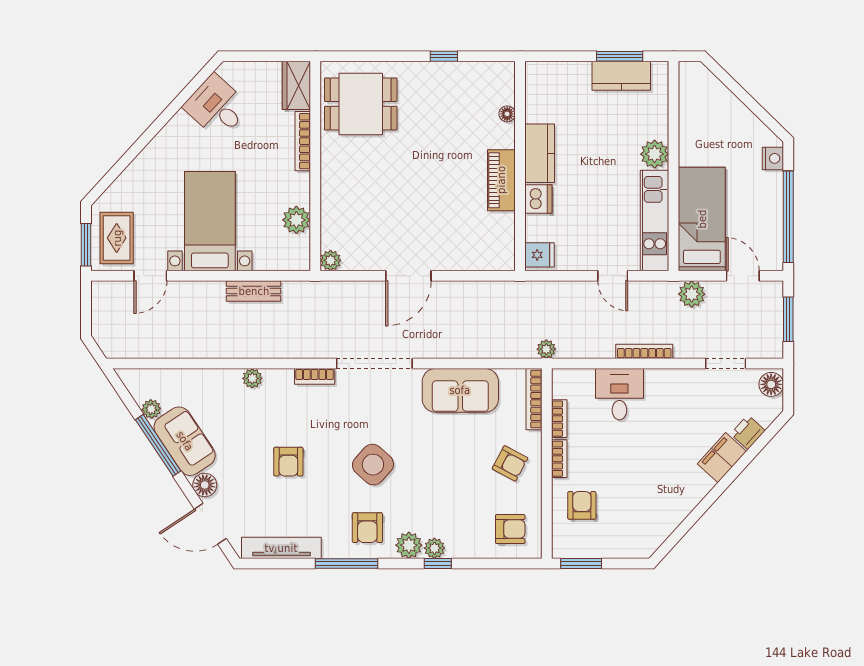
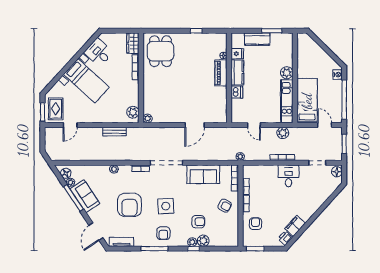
kitchen counter: (621, 76) -> (257, 39), moved
dining table: (361, 104) -> (160, 51), turned 90
piano: (501, 180) -> (221, 73), moved
plant: (296, 220) -> (133, 112), moved
bed with nightstands: (210, 221) -> (86, 81), moved, turned 132
fridge: (539, 255) -> (237, 54), moved
door: (408, 276) -> (195, 125), moved
door: (613, 276) -> (254, 125), moved
plant: (692, 294) -> (283, 133), moved
desk: (619, 394) -> (289, 176), moved
printer: (748, 432) -> (285, 238), moved
filing cabinet: (722, 458) -> (295, 226), moved
armchair: (288, 462) -> (129, 205), width x1.88, depth x1.88
side table: (373, 465) -> (166, 206), turned 45
floor lamp: (205, 485) -> (66, 173), moved
door: (210, 524) -> (96, 232), hinge flipped
armchair: (510, 529) -> (198, 222), moved
plant: (409, 545) -> (203, 241), moved
tv unit: (281, 548) -> (121, 242), width x0.71

